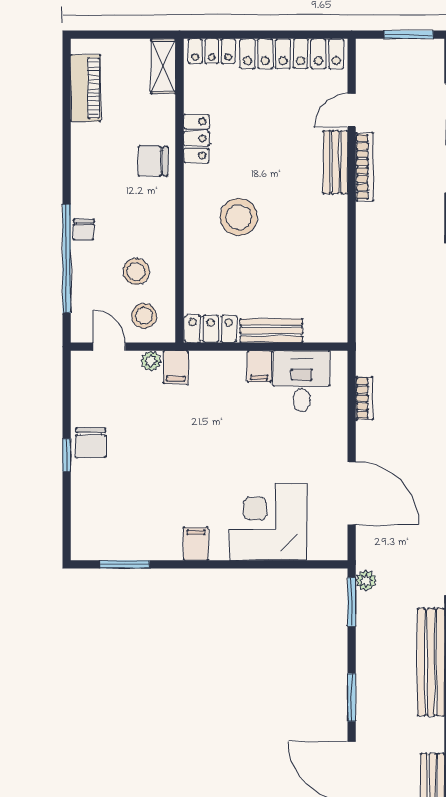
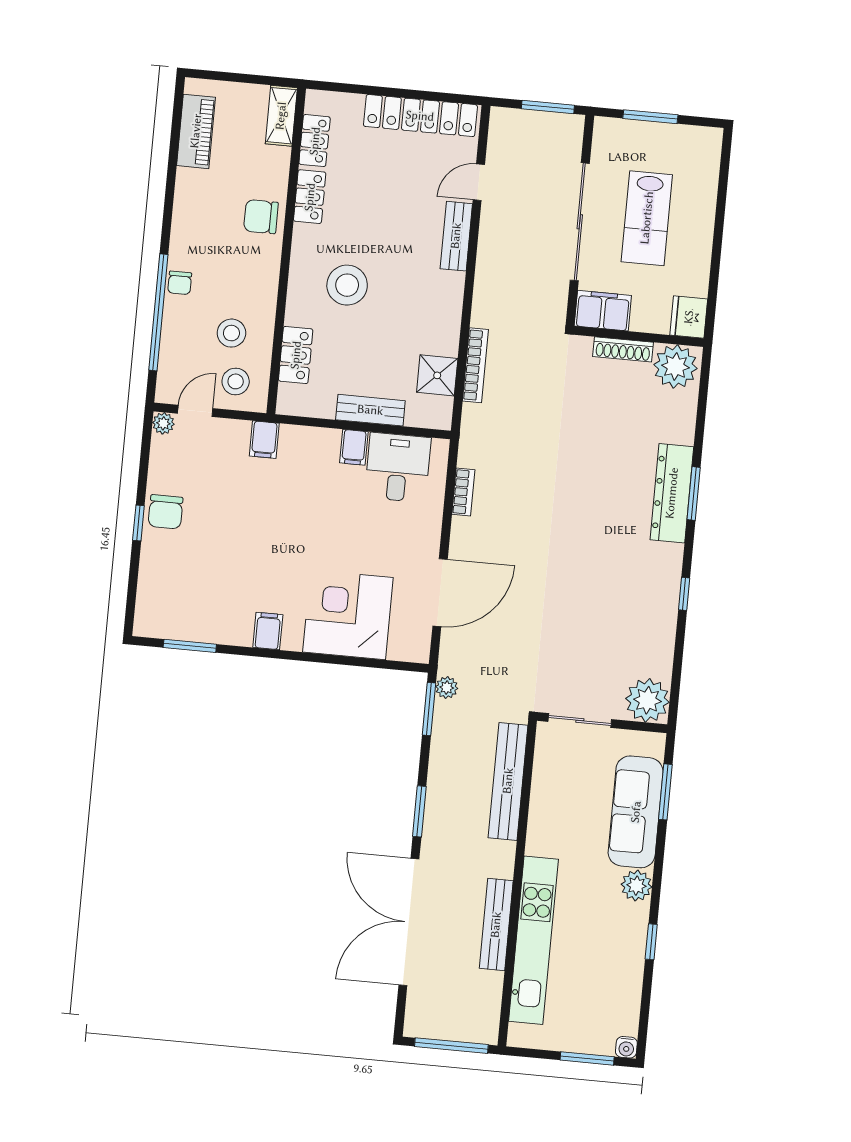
locker: (212, 51) -> (315, 141), moved, turned -90
bookcase: (364, 167) -> (475, 365), moved
shower: (330, 293) -> (437, 375), added
locker: (211, 329) -> (296, 355), moved, turned 90
door: (109, 347) -> (195, 411), hinge flipped
plant: (151, 361) -> (163, 423), moved
door: (352, 493) -> (440, 593), hinge flipped

